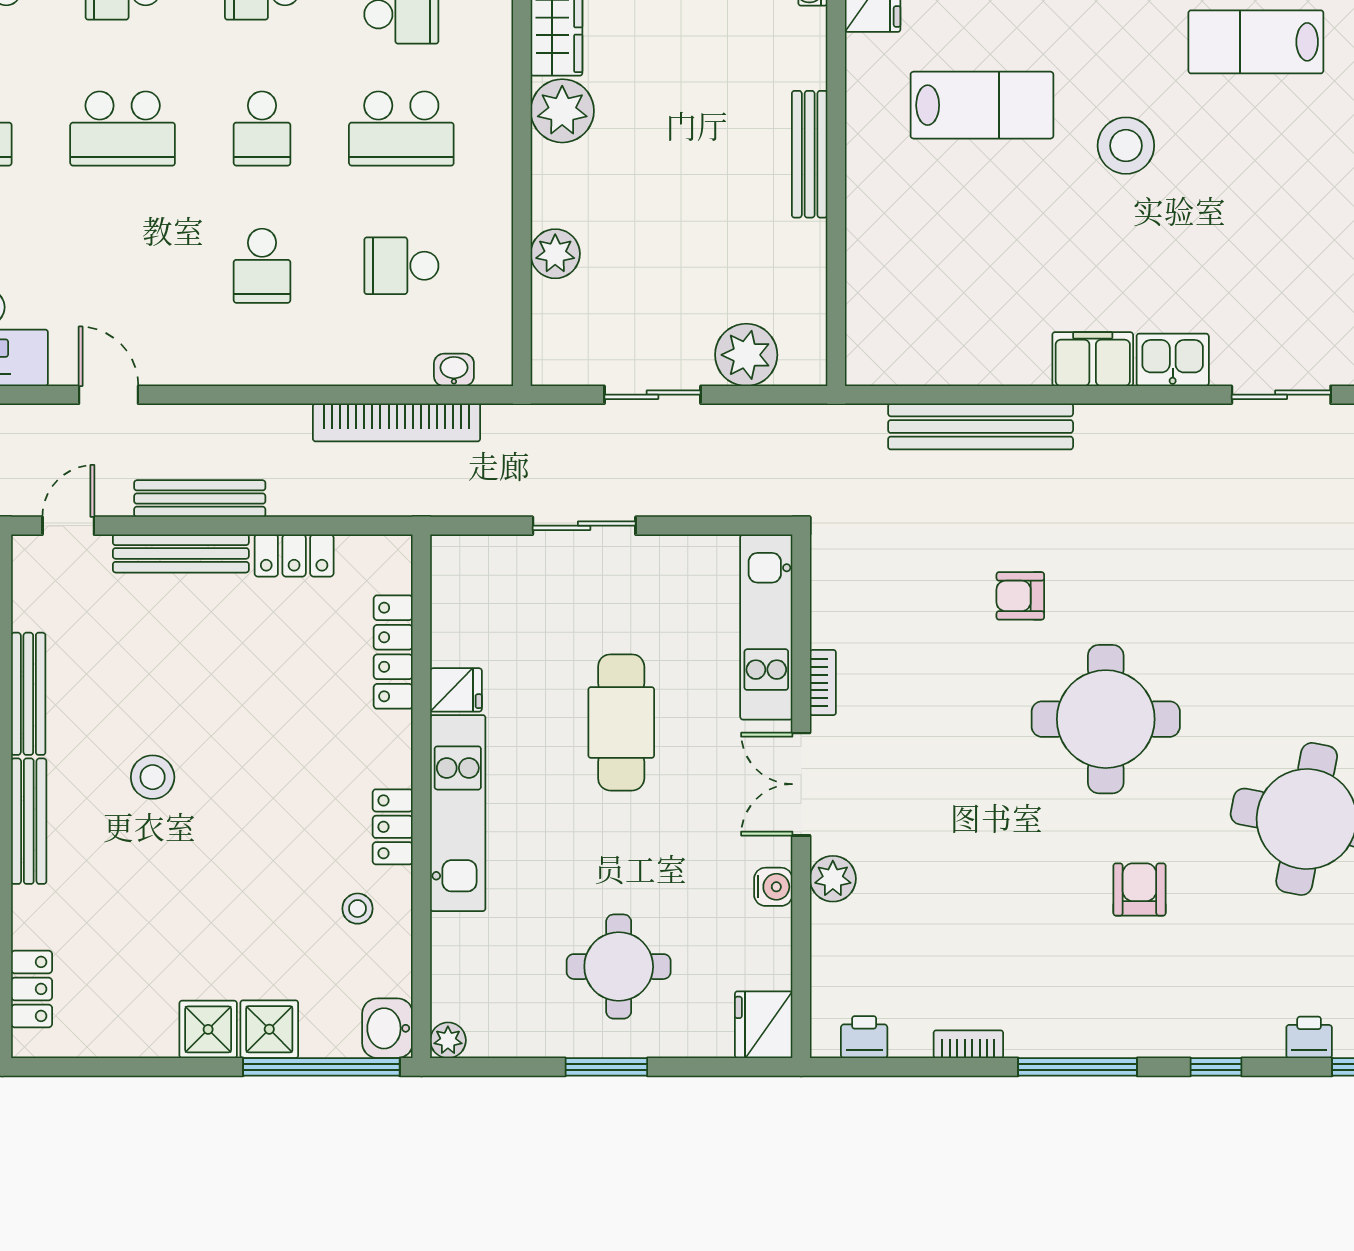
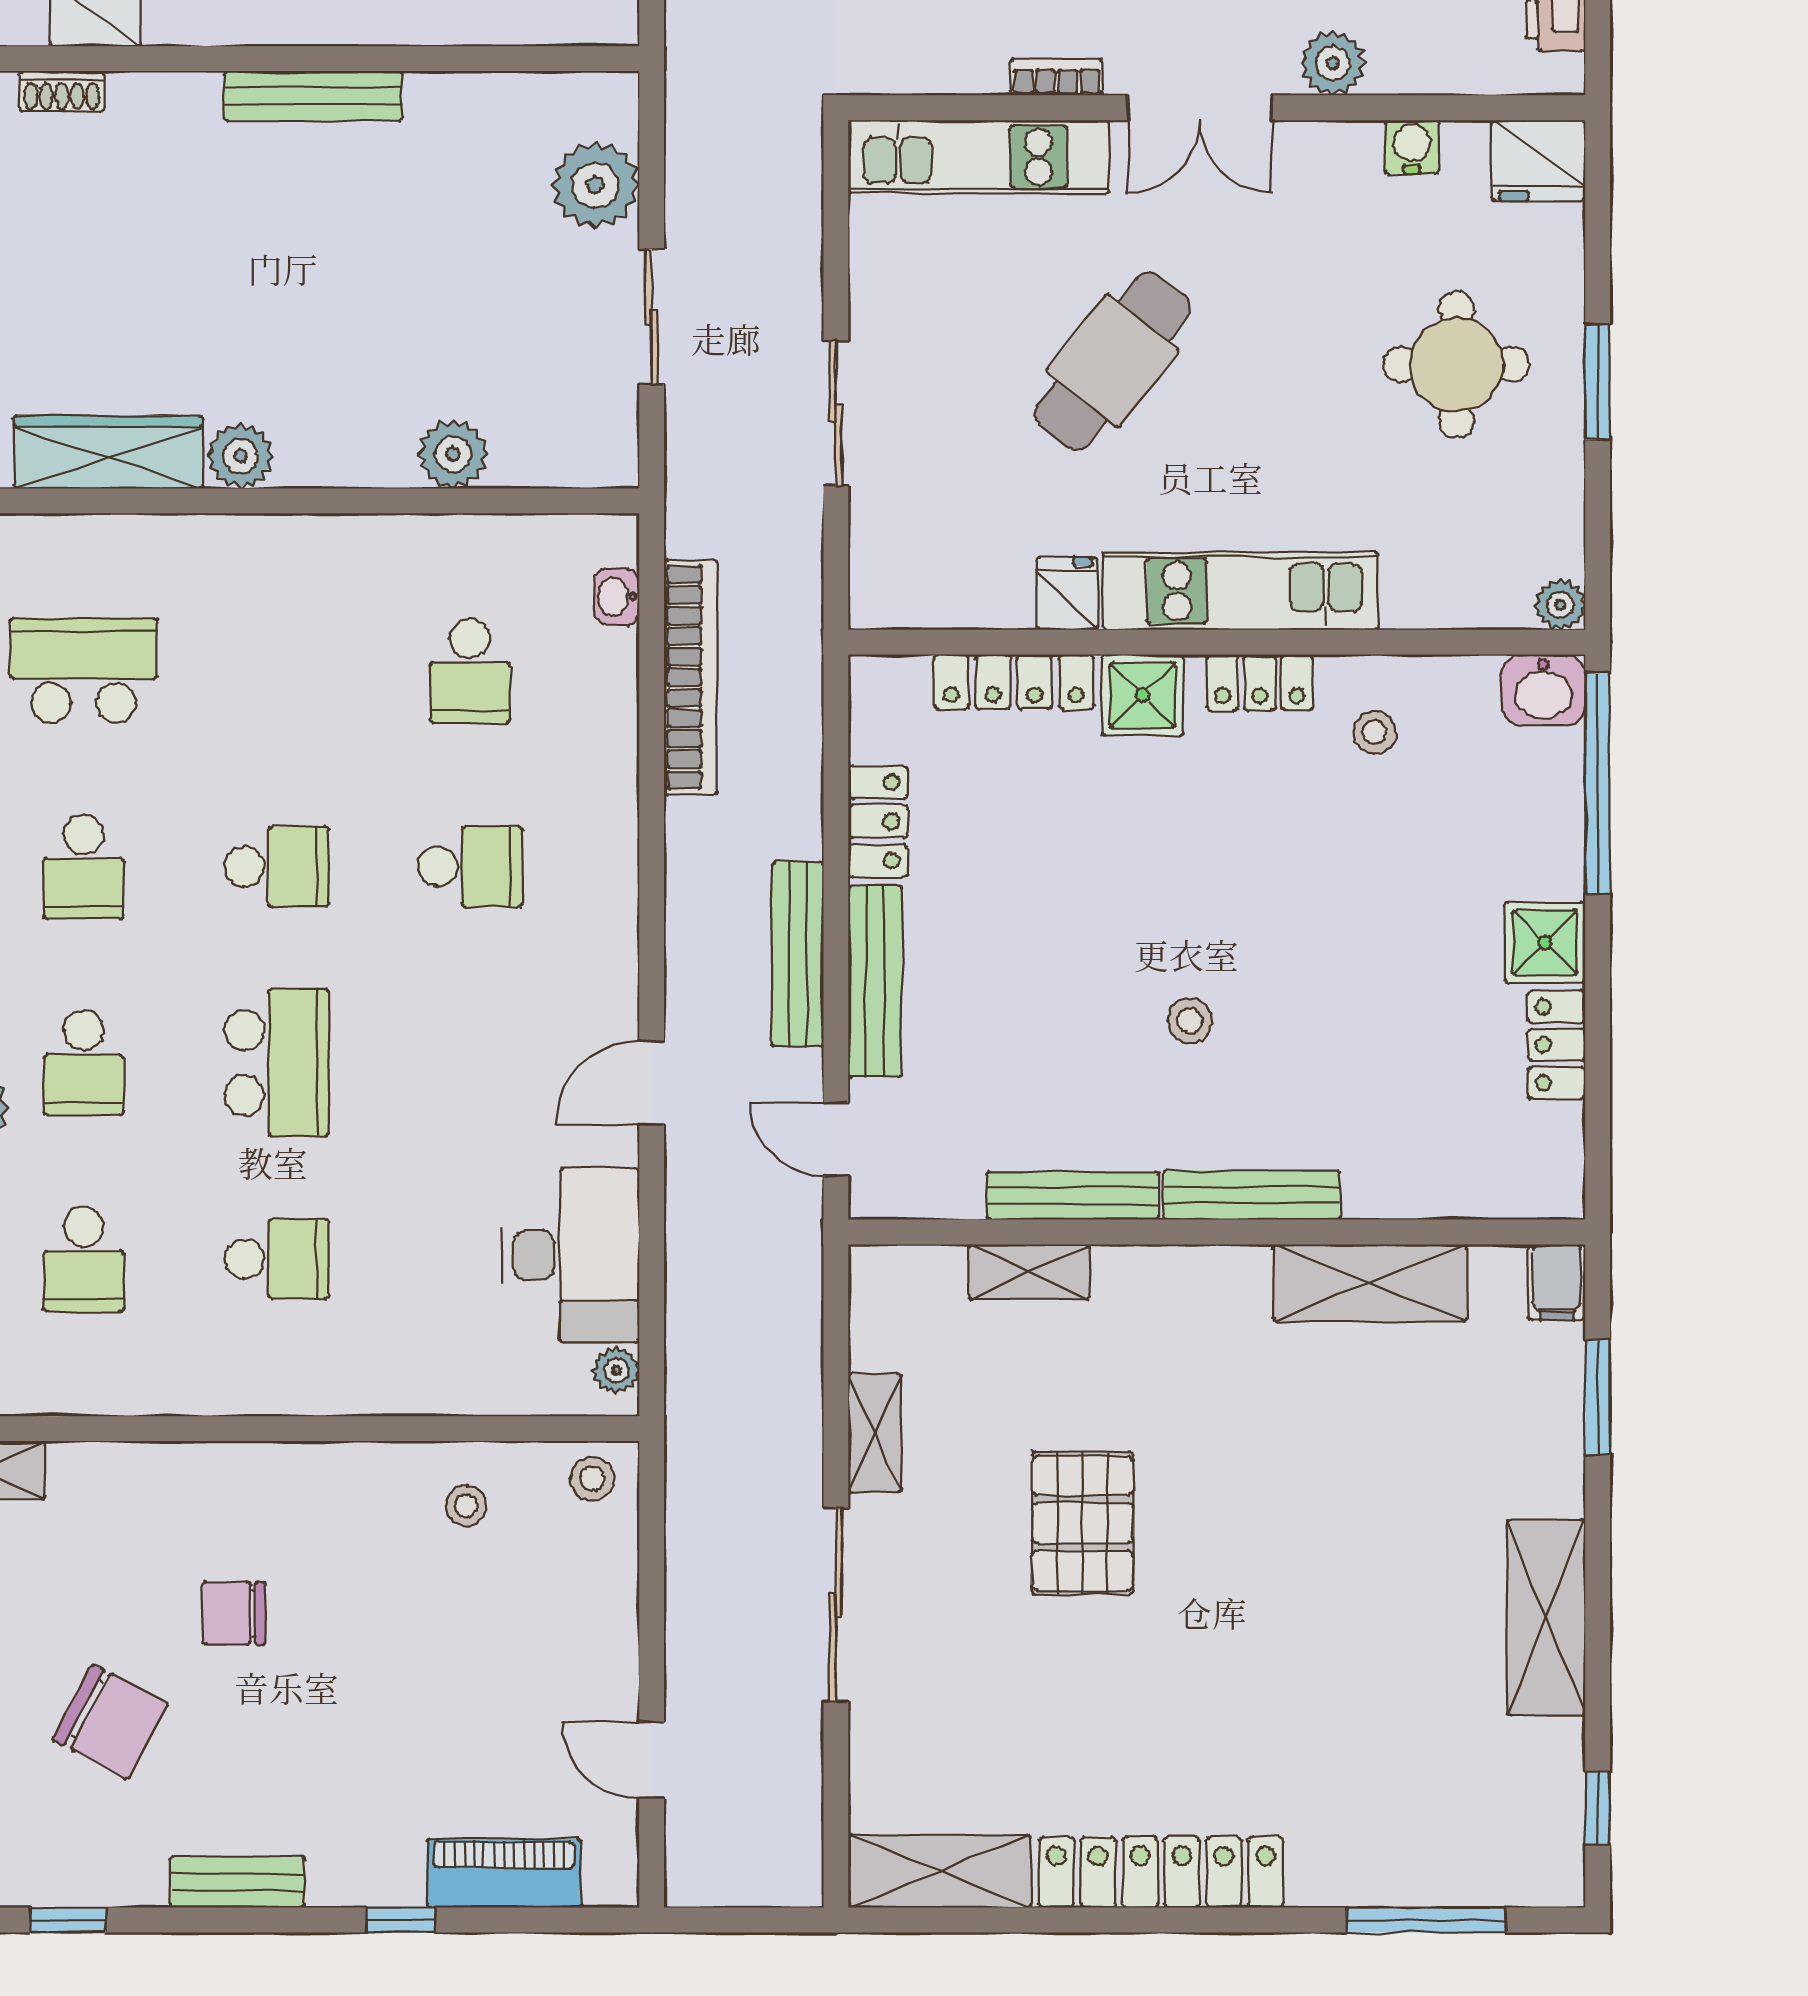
plant: (562, 111) -> (240, 456), width x0.73, depth x0.73
school desk: (401, 129) -> (277, 670), removed
cafe table: (621, 722) -> (1113, 361), turned -52
stool: (153, 777) -> (1190, 1021), width x0.73, depth x0.73
water cooler: (773, 887) -> (1412, 147), moved
locker: (32, 989) -> (1557, 1045), moved, turned -90
shower: (269, 1029) -> (1142, 695), moved

